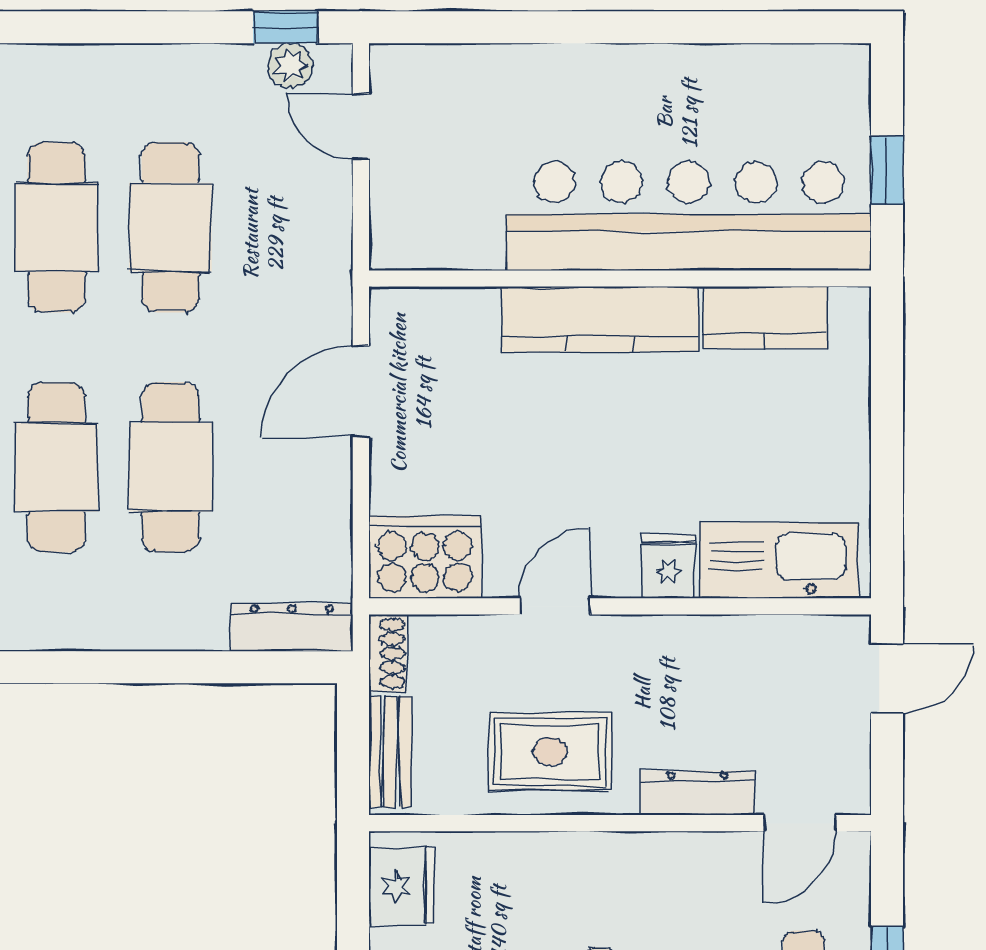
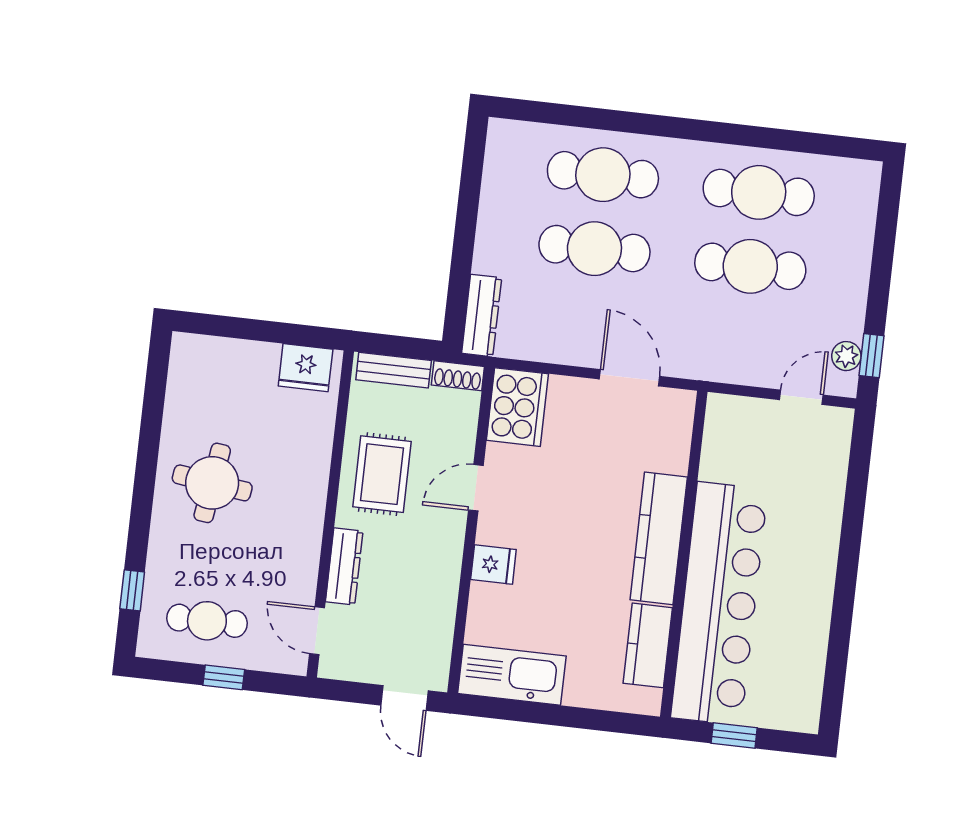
kitchen sink: (779, 560) -> (512, 675), moved, turned -90
door: (555, 606) -> (476, 488), swing flipped

